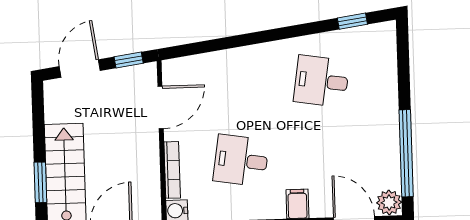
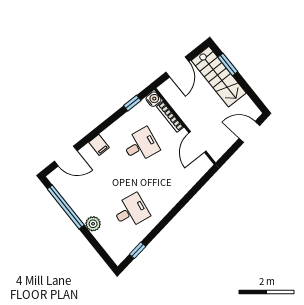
window: (129, 60) -> (229, 153), removed
door: (80, 69) -> (249, 132), swing flipped
plant: (389, 203) -> (93, 224), moved

